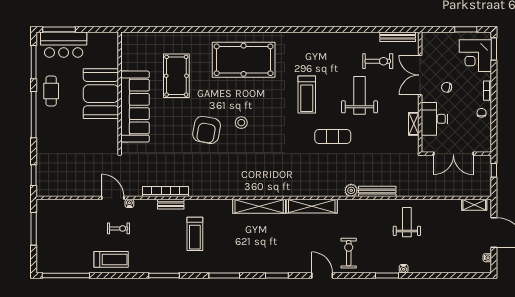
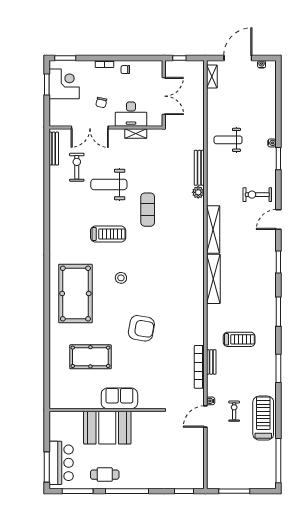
corner desk: (475, 56) -> (64, 84), moved, turned -90
sofa: (135, 107) -> (119, 398), width x0.54, depth x0.79
stool: (241, 123) -> (121, 278), moved
treadmill: (111, 259) -> (263, 418), width x1.37, depth x1.38

